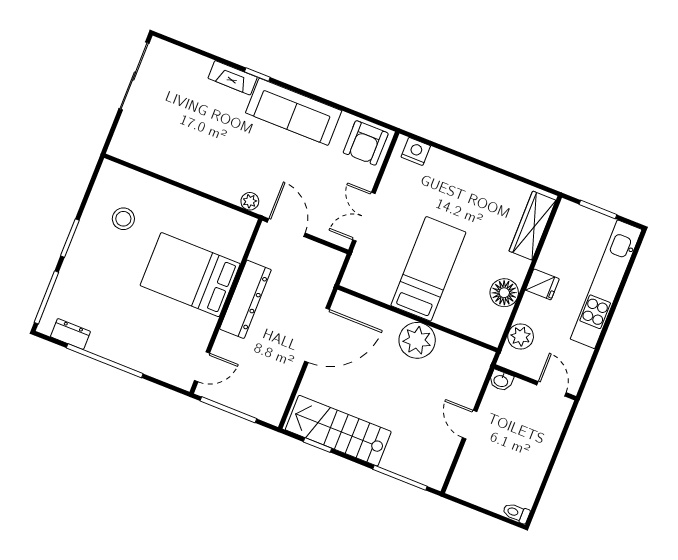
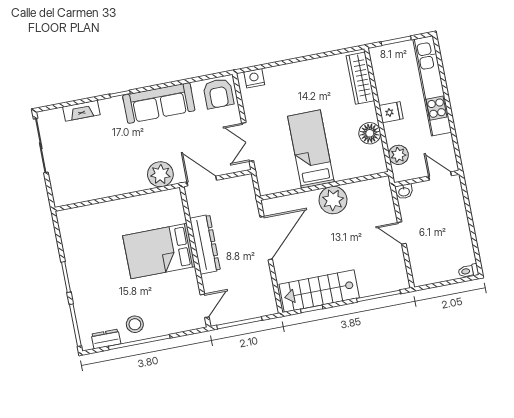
fireplace: (233, 78) -> (81, 111), moved
plant: (250, 201) -> (160, 174), width x1.88, depth x1.88
stool: (123, 219) -> (135, 324), moved

